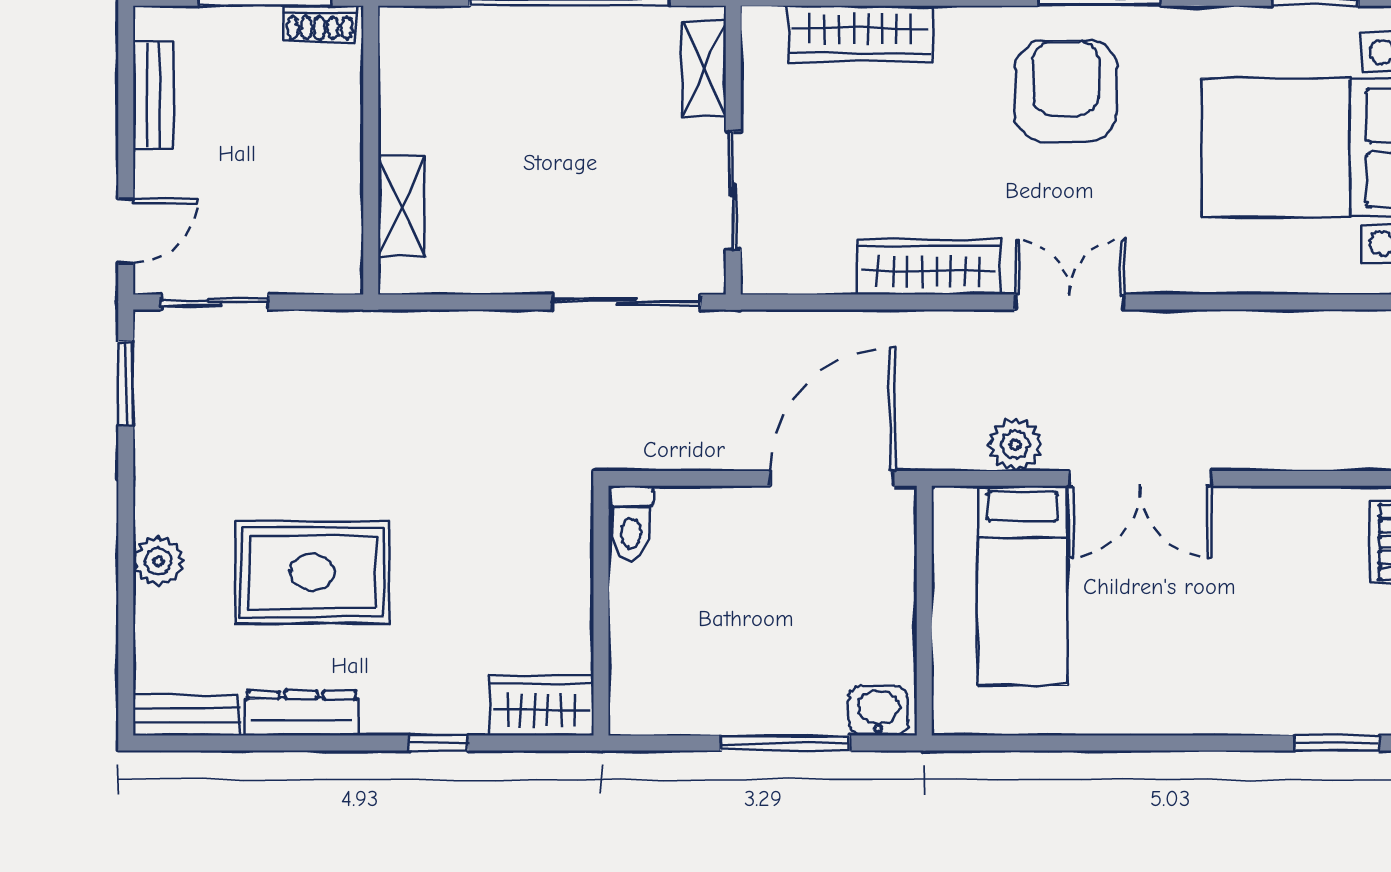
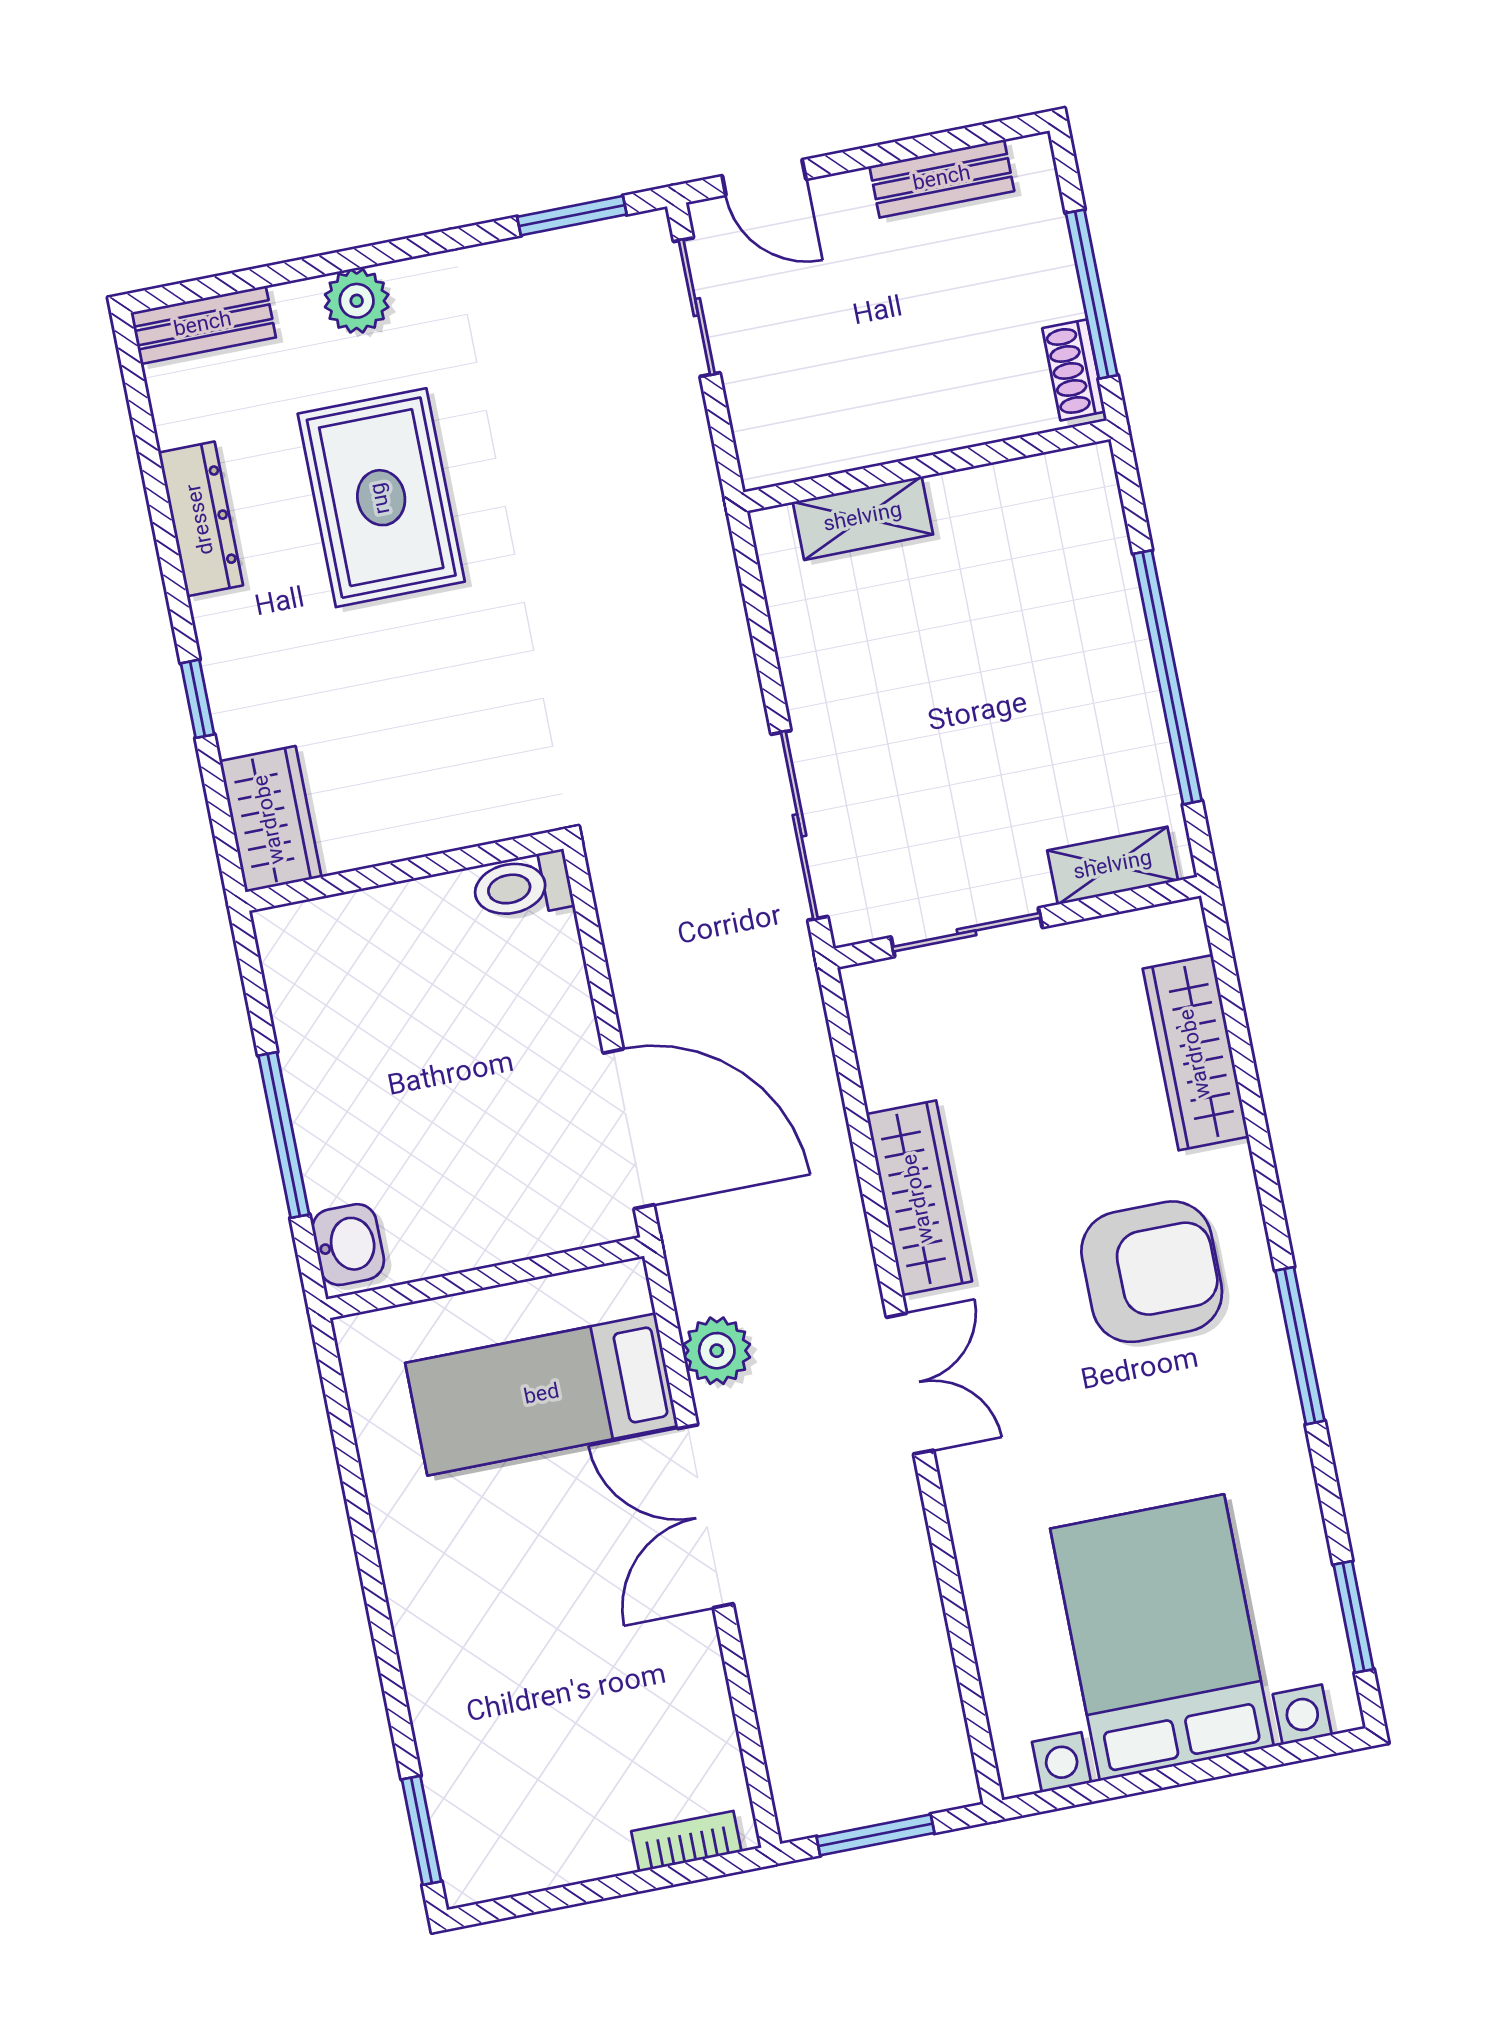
armchair: (1066, 91) -> (1152, 1272), moved
bench: (187, 715) -> (203, 325), moved, turned 90

